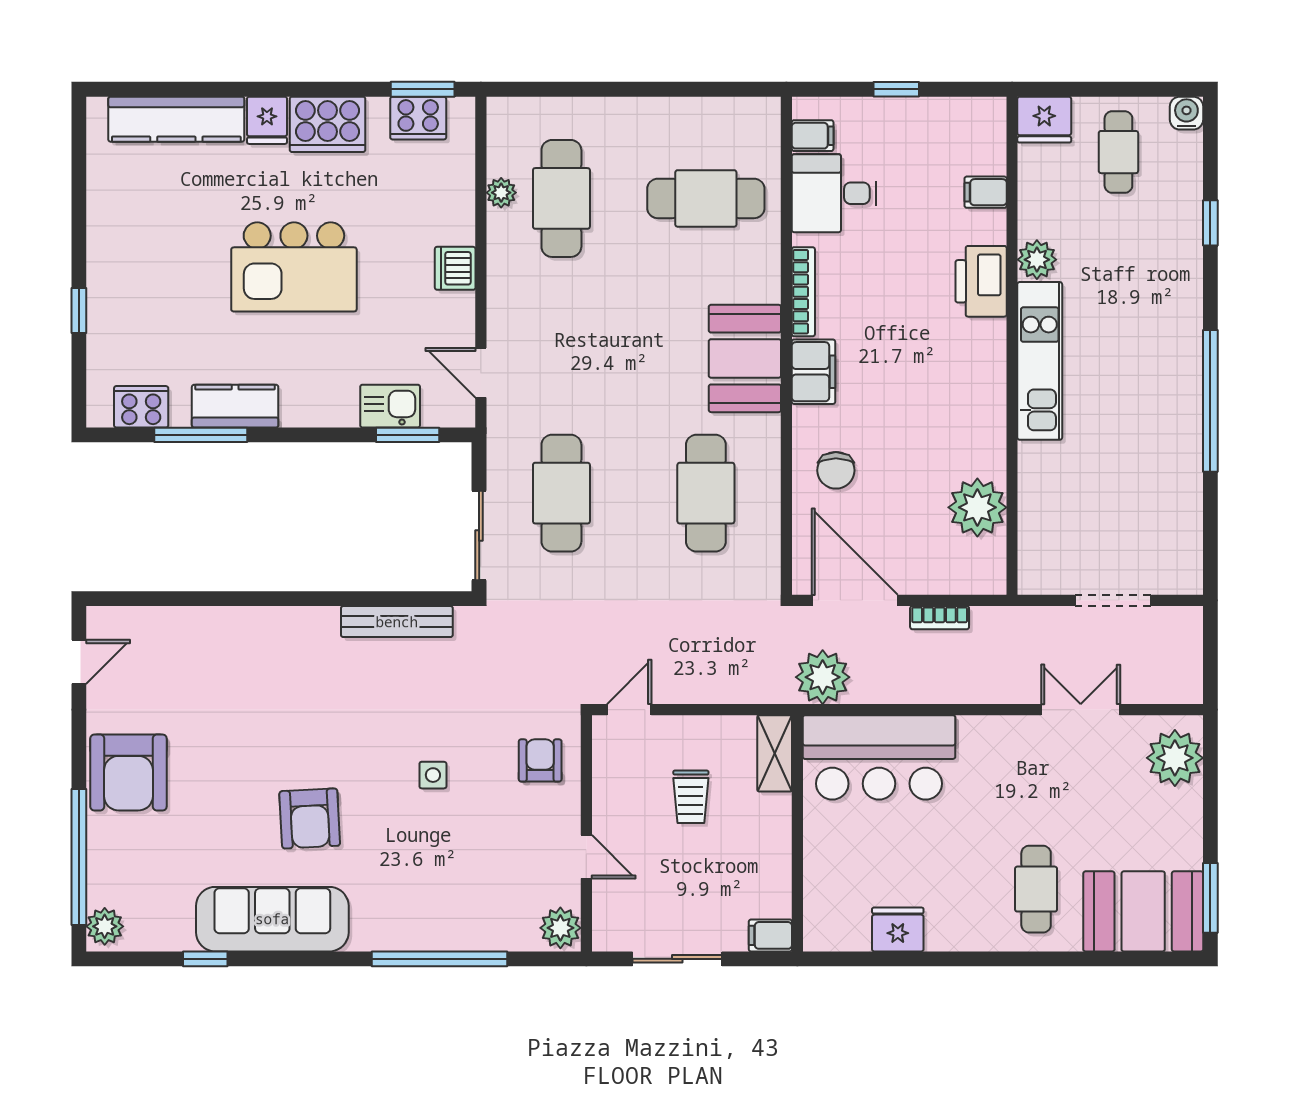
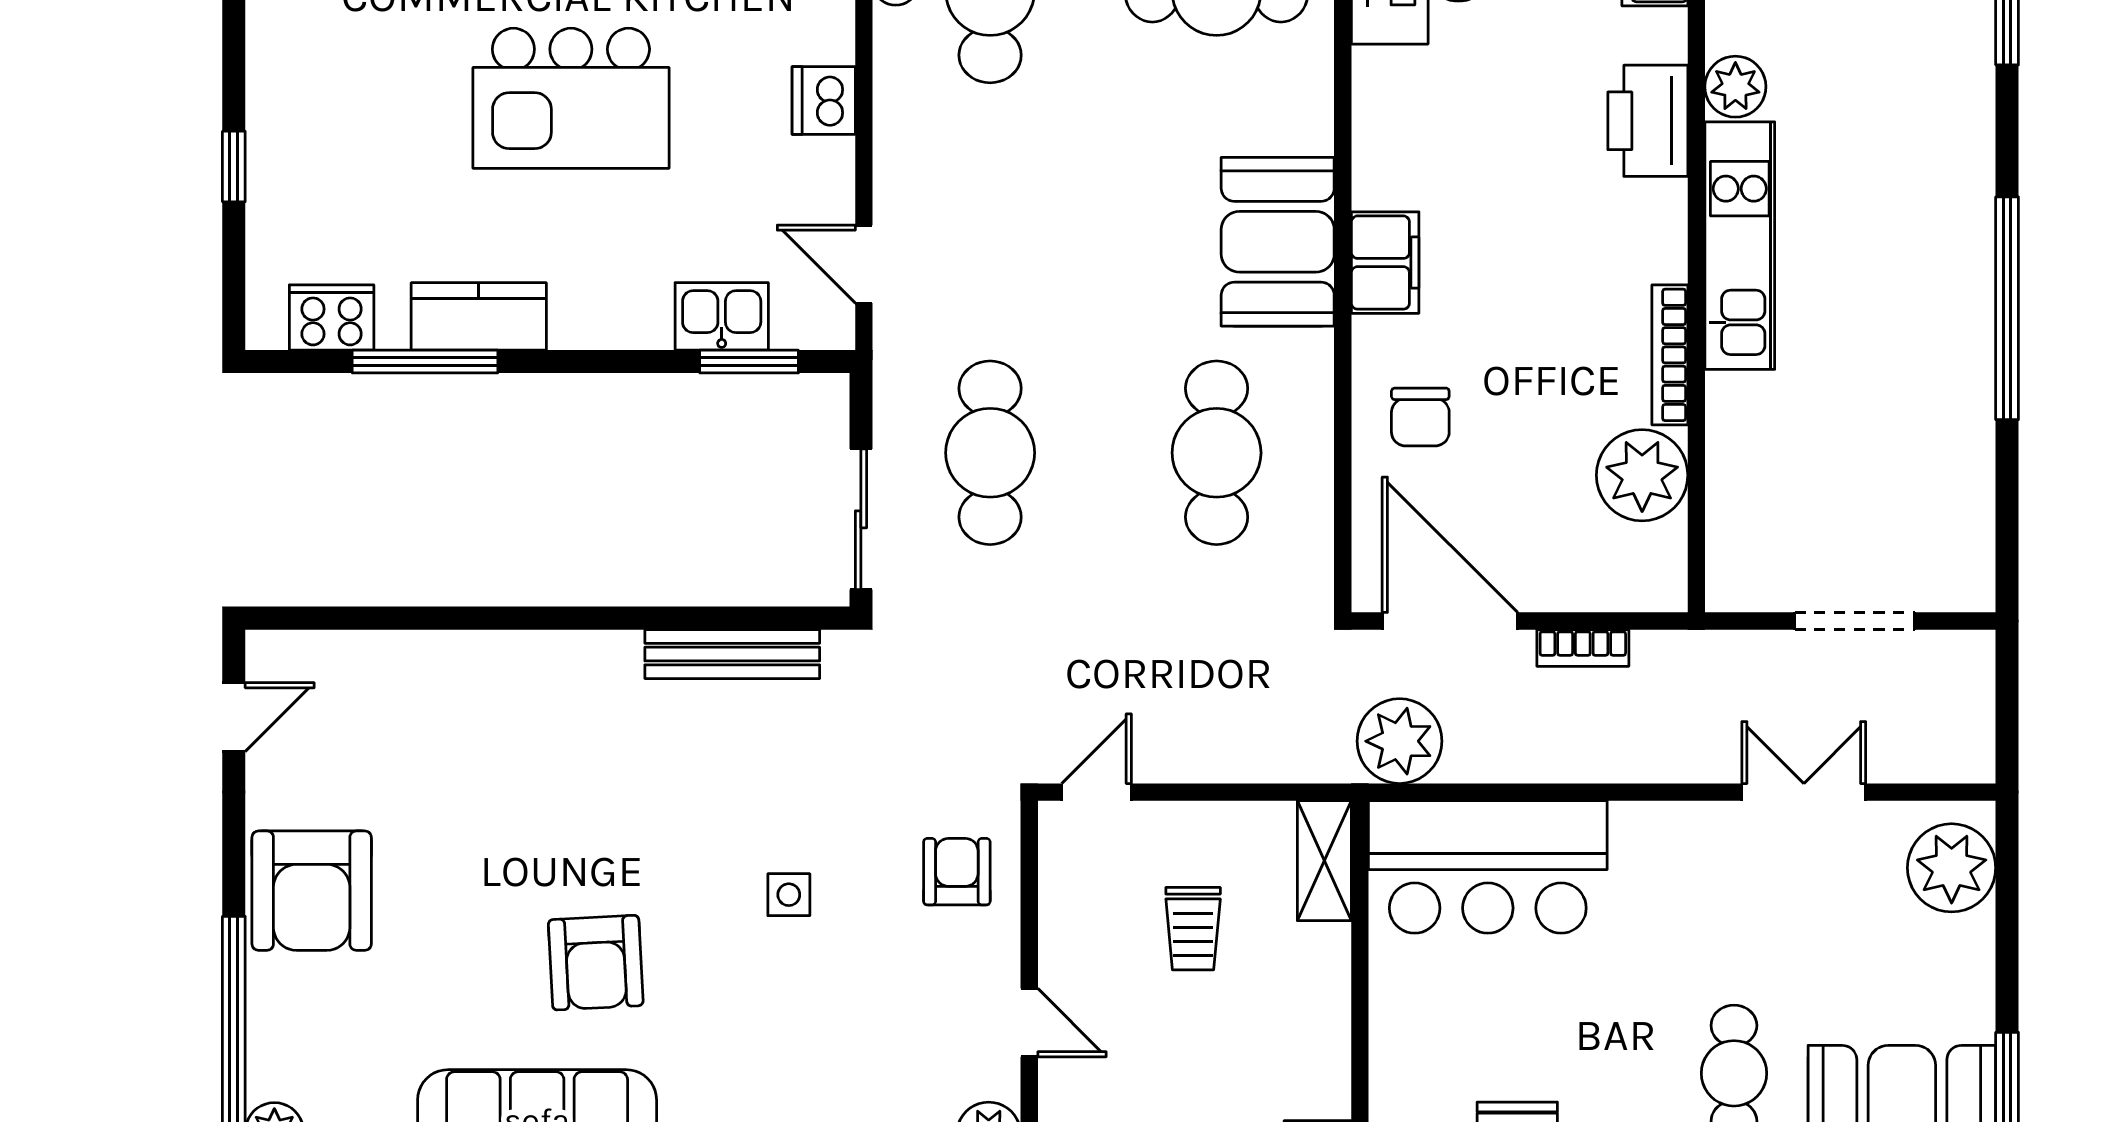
bookcase: (803, 292) -> (1670, 355), moved, turned 180

